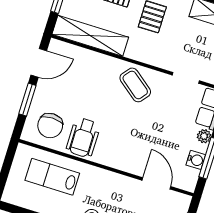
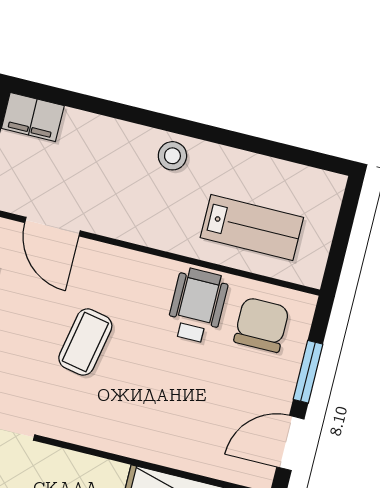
coffee table: (135, 85) -> (85, 342), moved, turned 63

